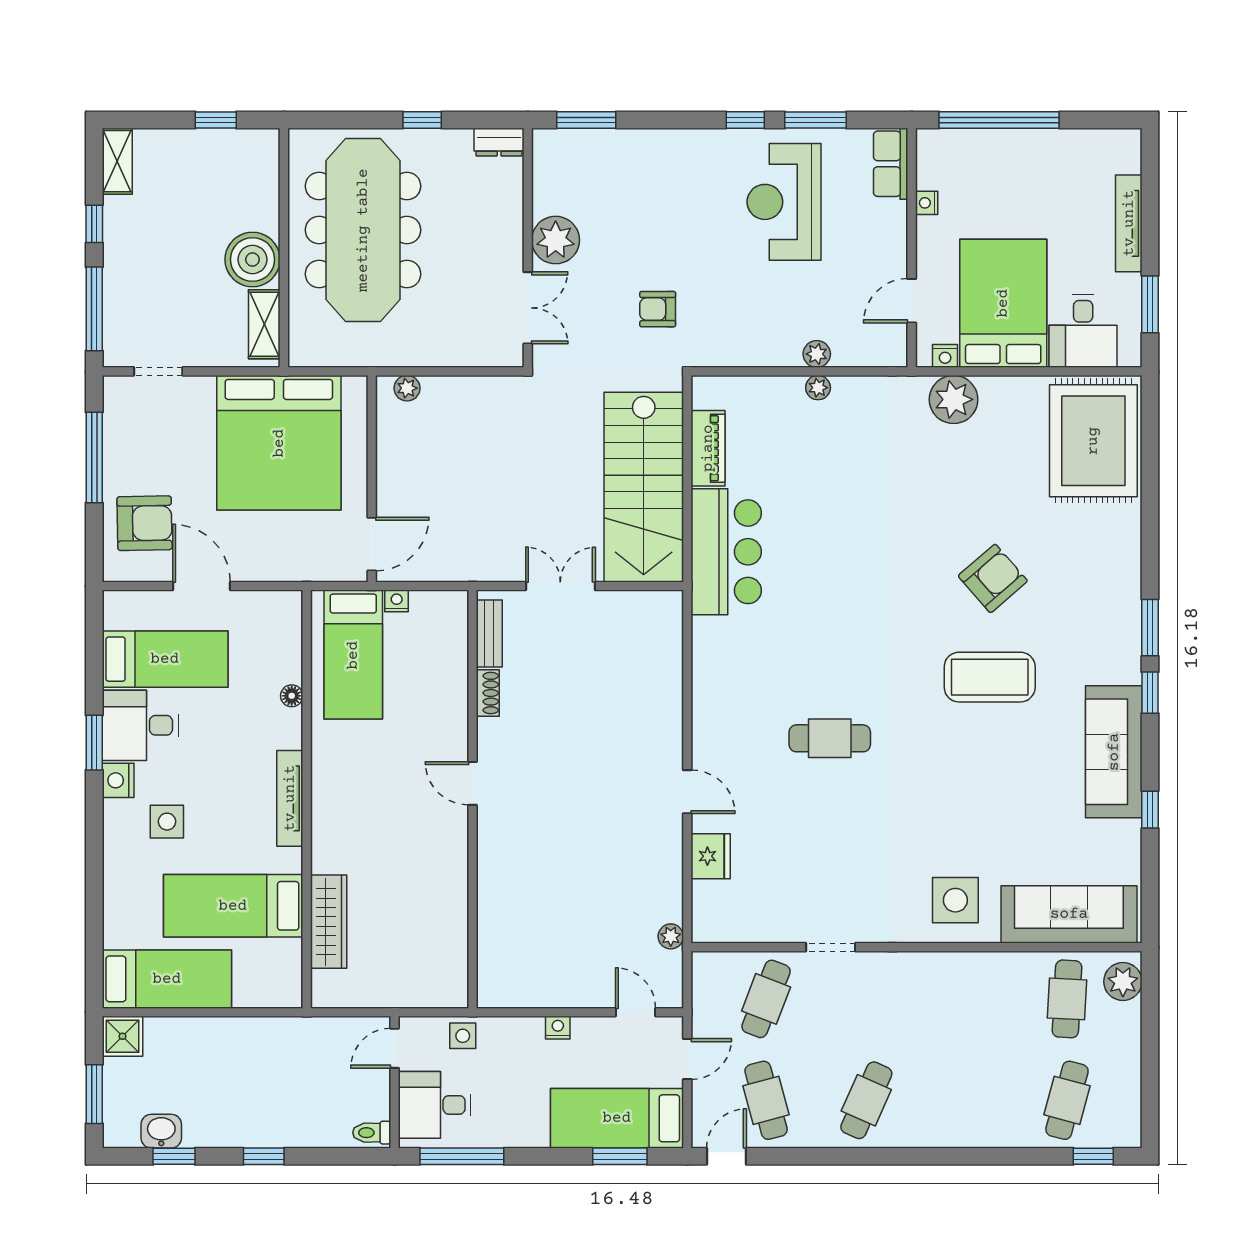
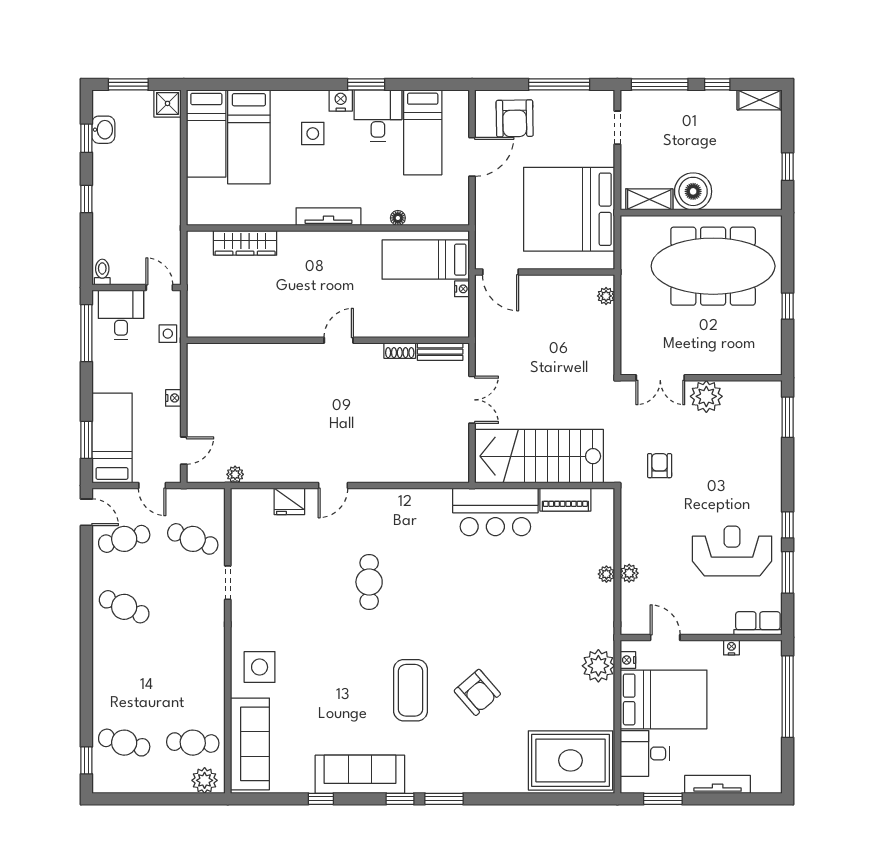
dresser: (499, 142) -> (773, 358), removed
bed: (233, 906) -> (249, 137), moved, turned 180

